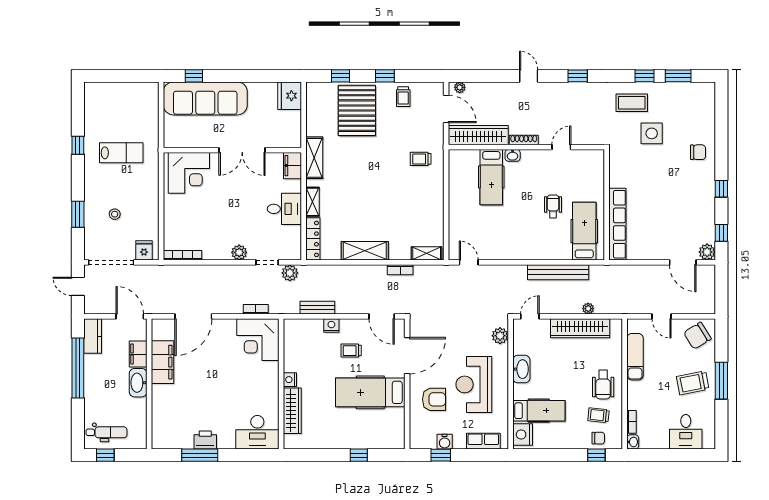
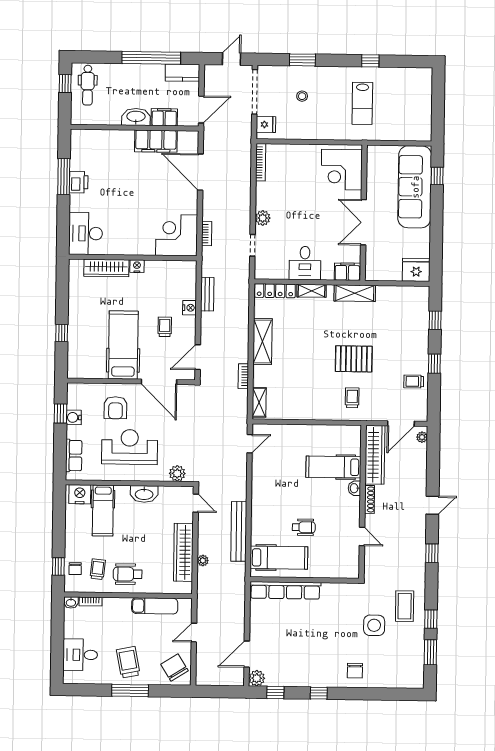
pallet: (357, 111) -> (354, 359), moved, width x0.73, depth x0.71
plant: (290, 273) -> (242, 268), removed

